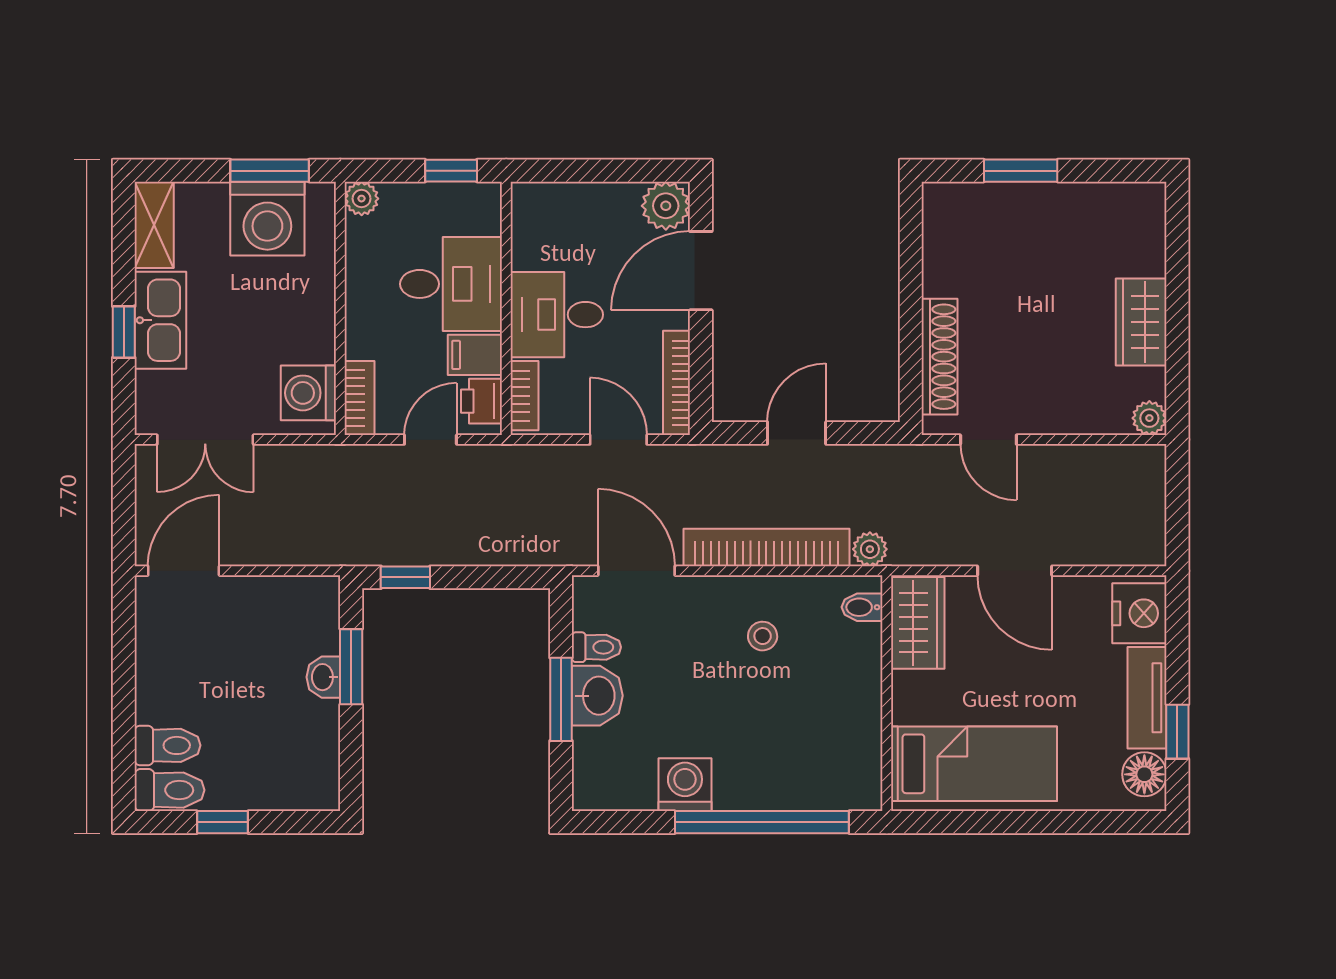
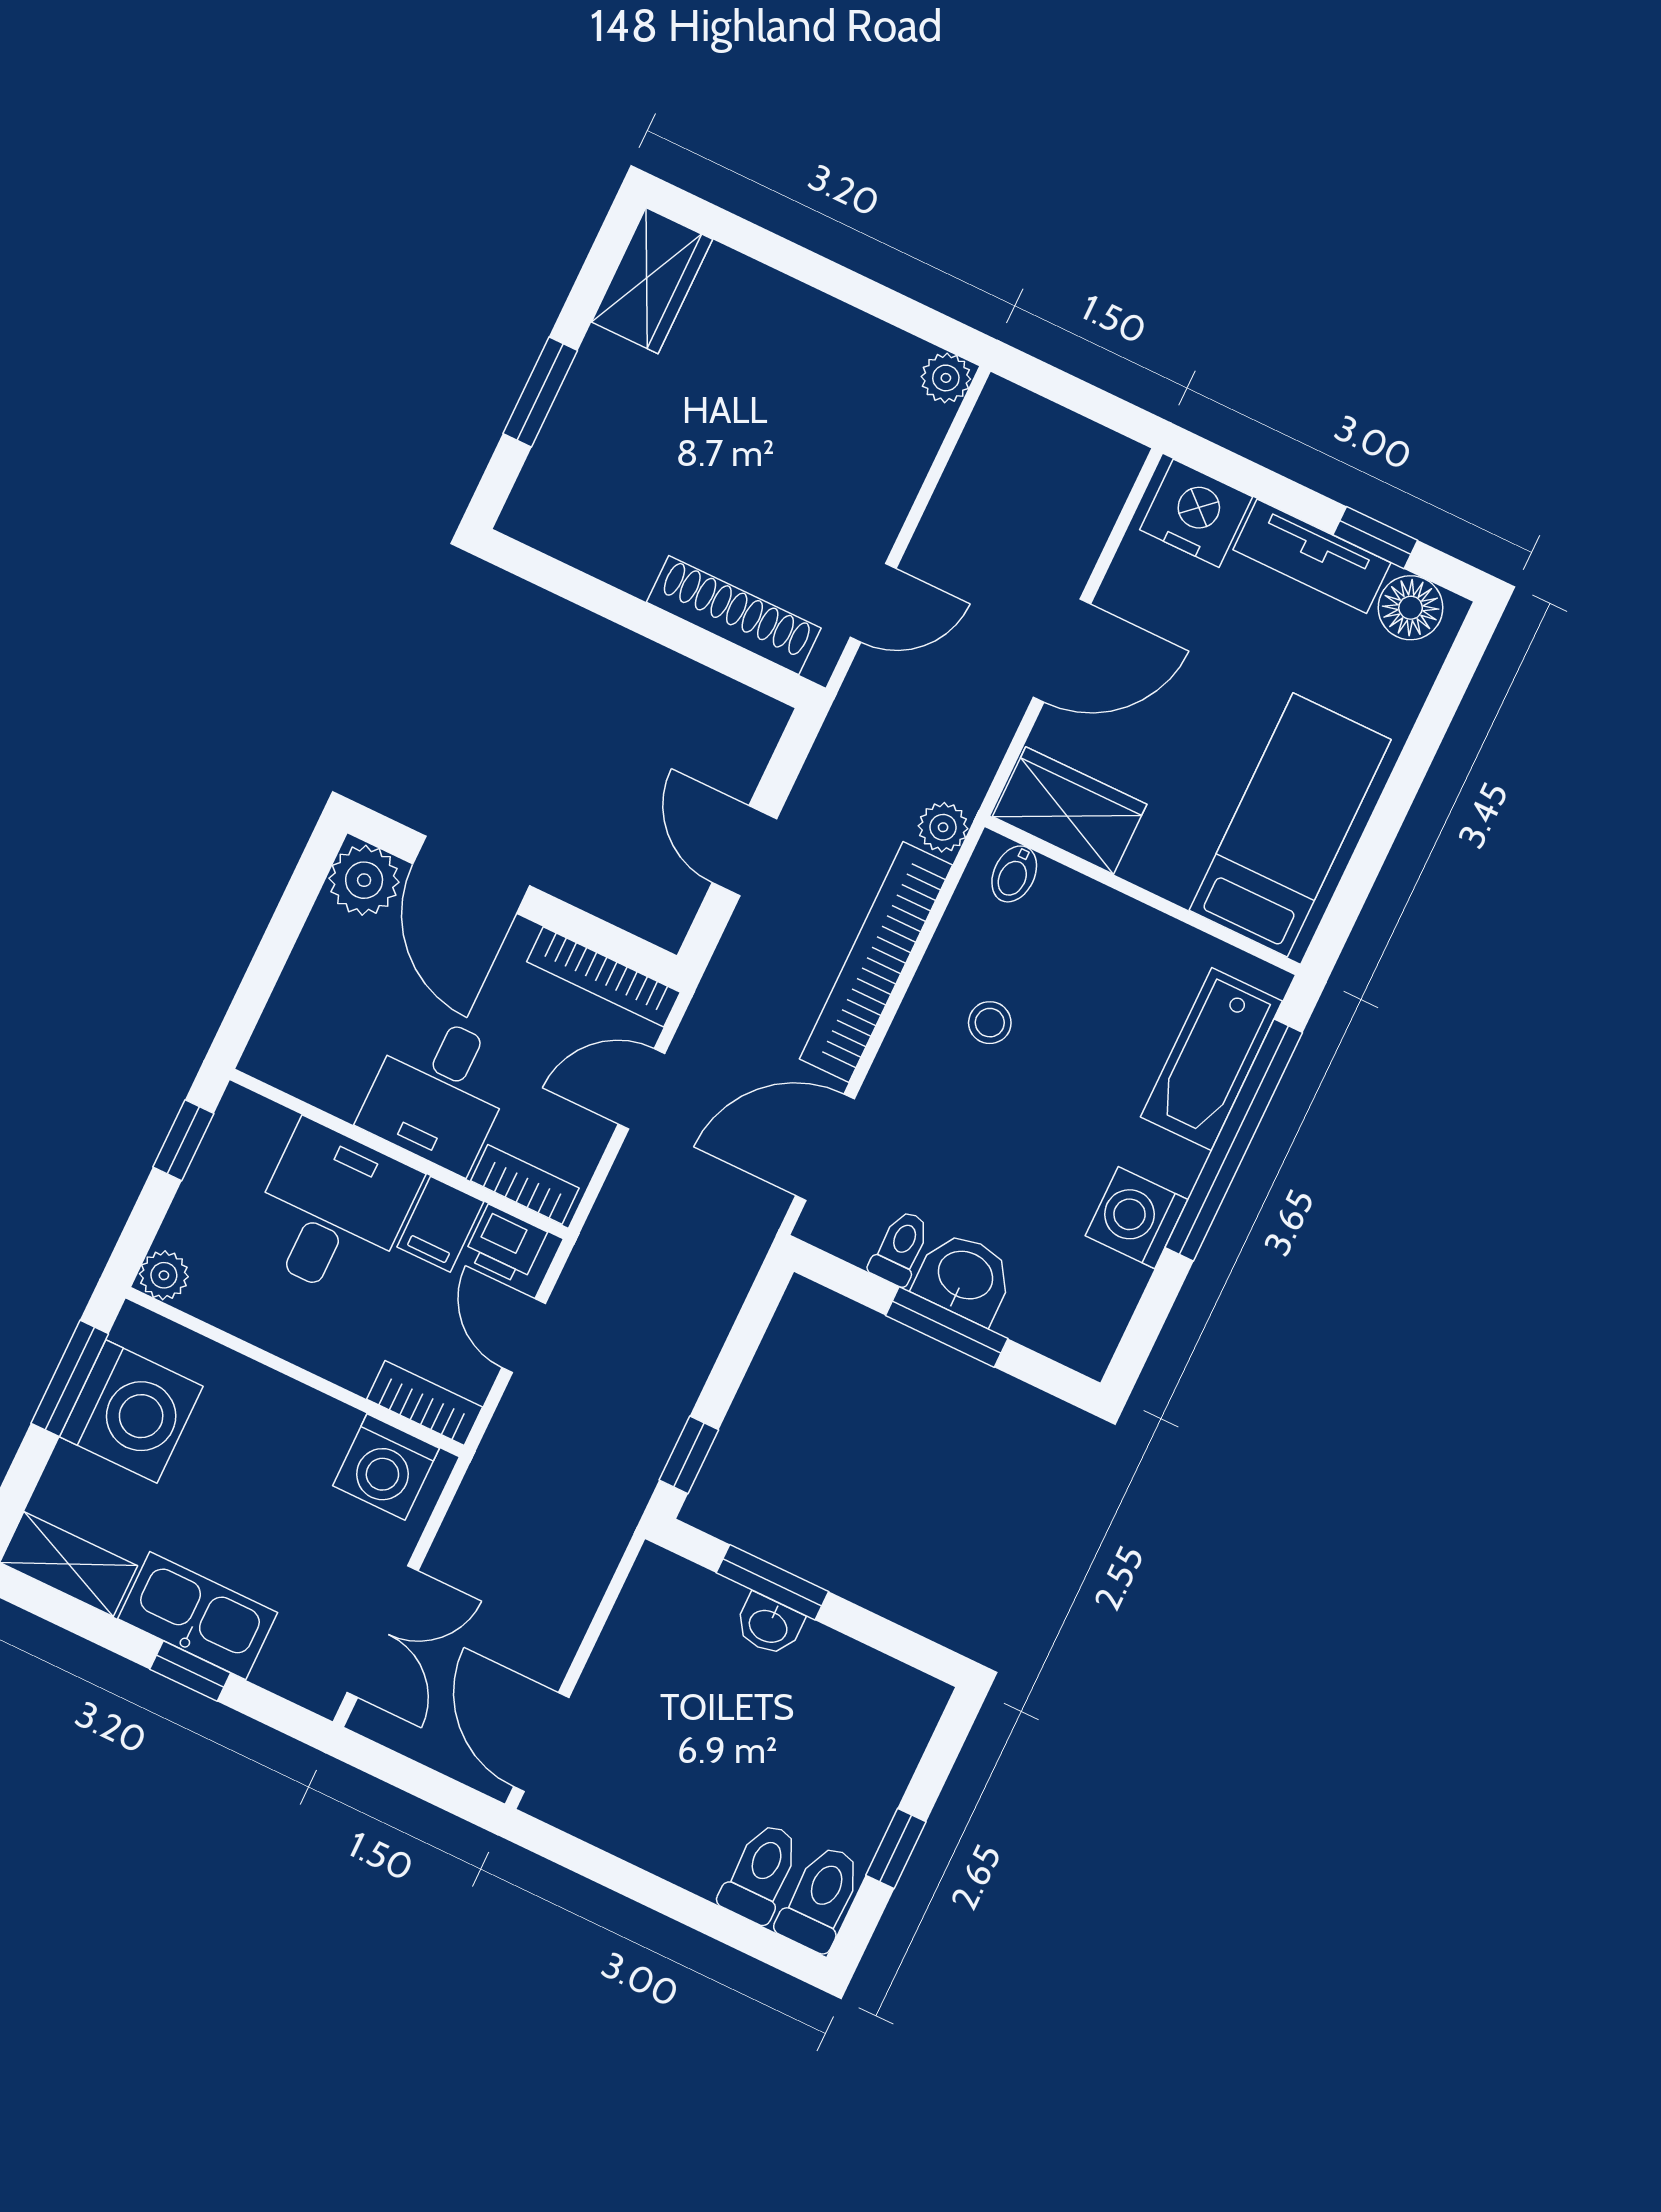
wardrobe: (1141, 322) -> (652, 281), moved, turned -90
bathtub: (806, 784) -> (1211, 1059), added

